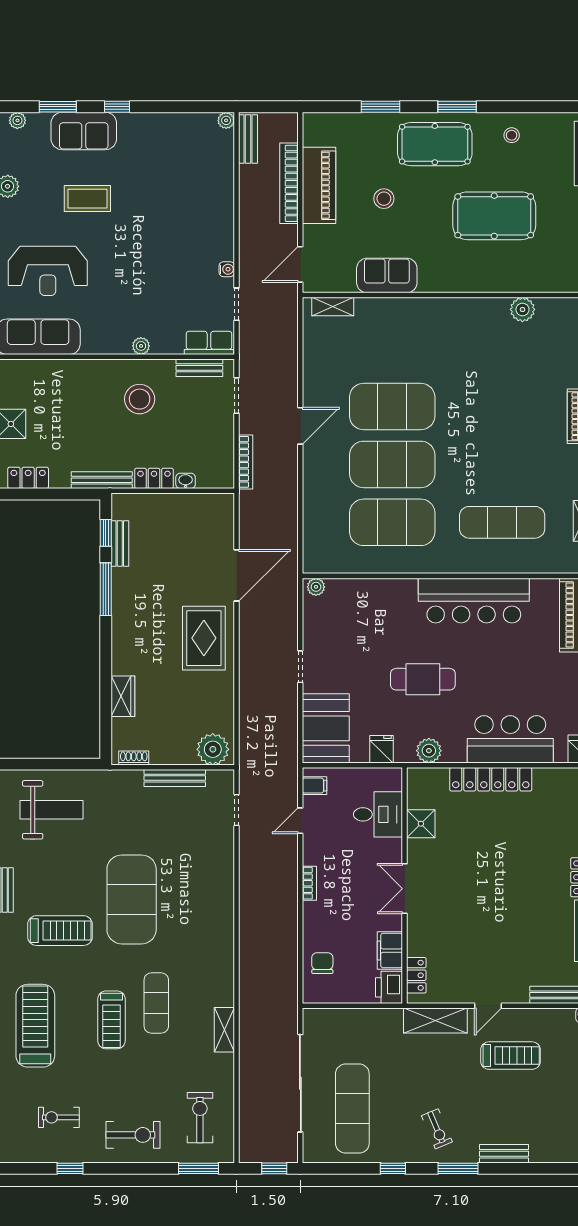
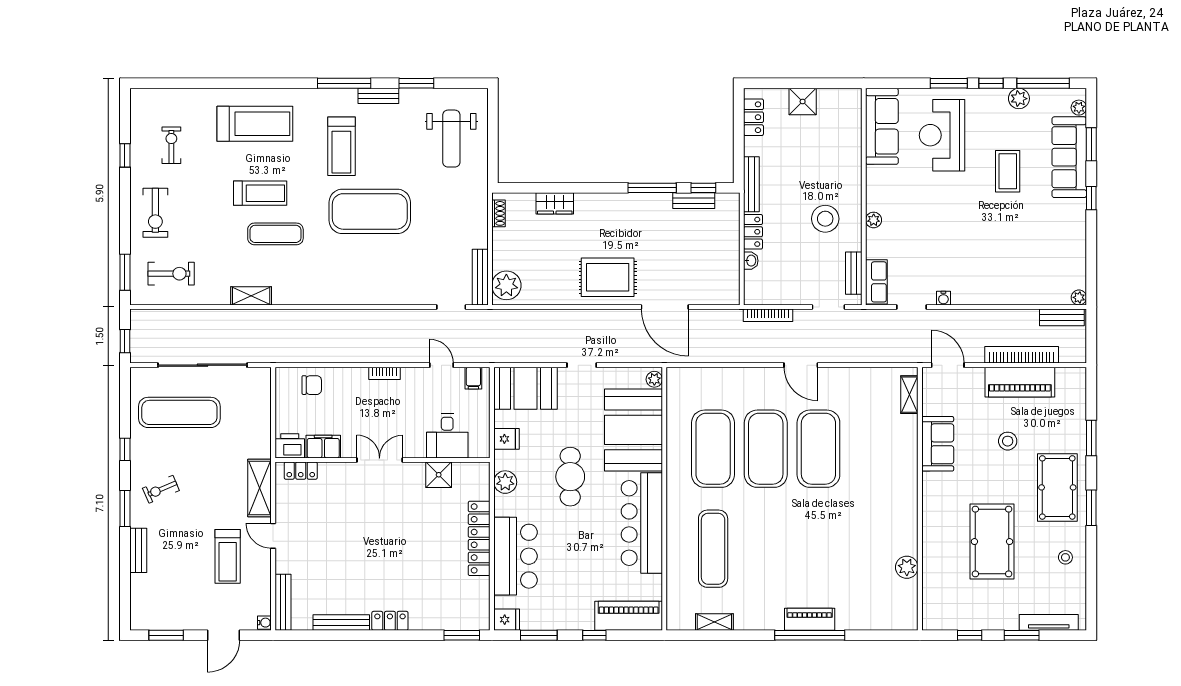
sofa: (84, 131) -> (1069, 157), width x1.36
booth: (372, 610) -> (634, 430), added
bench: (175, 778) -> (480, 277), moved
treadmill: (112, 1020) -> (260, 193), turned 180

